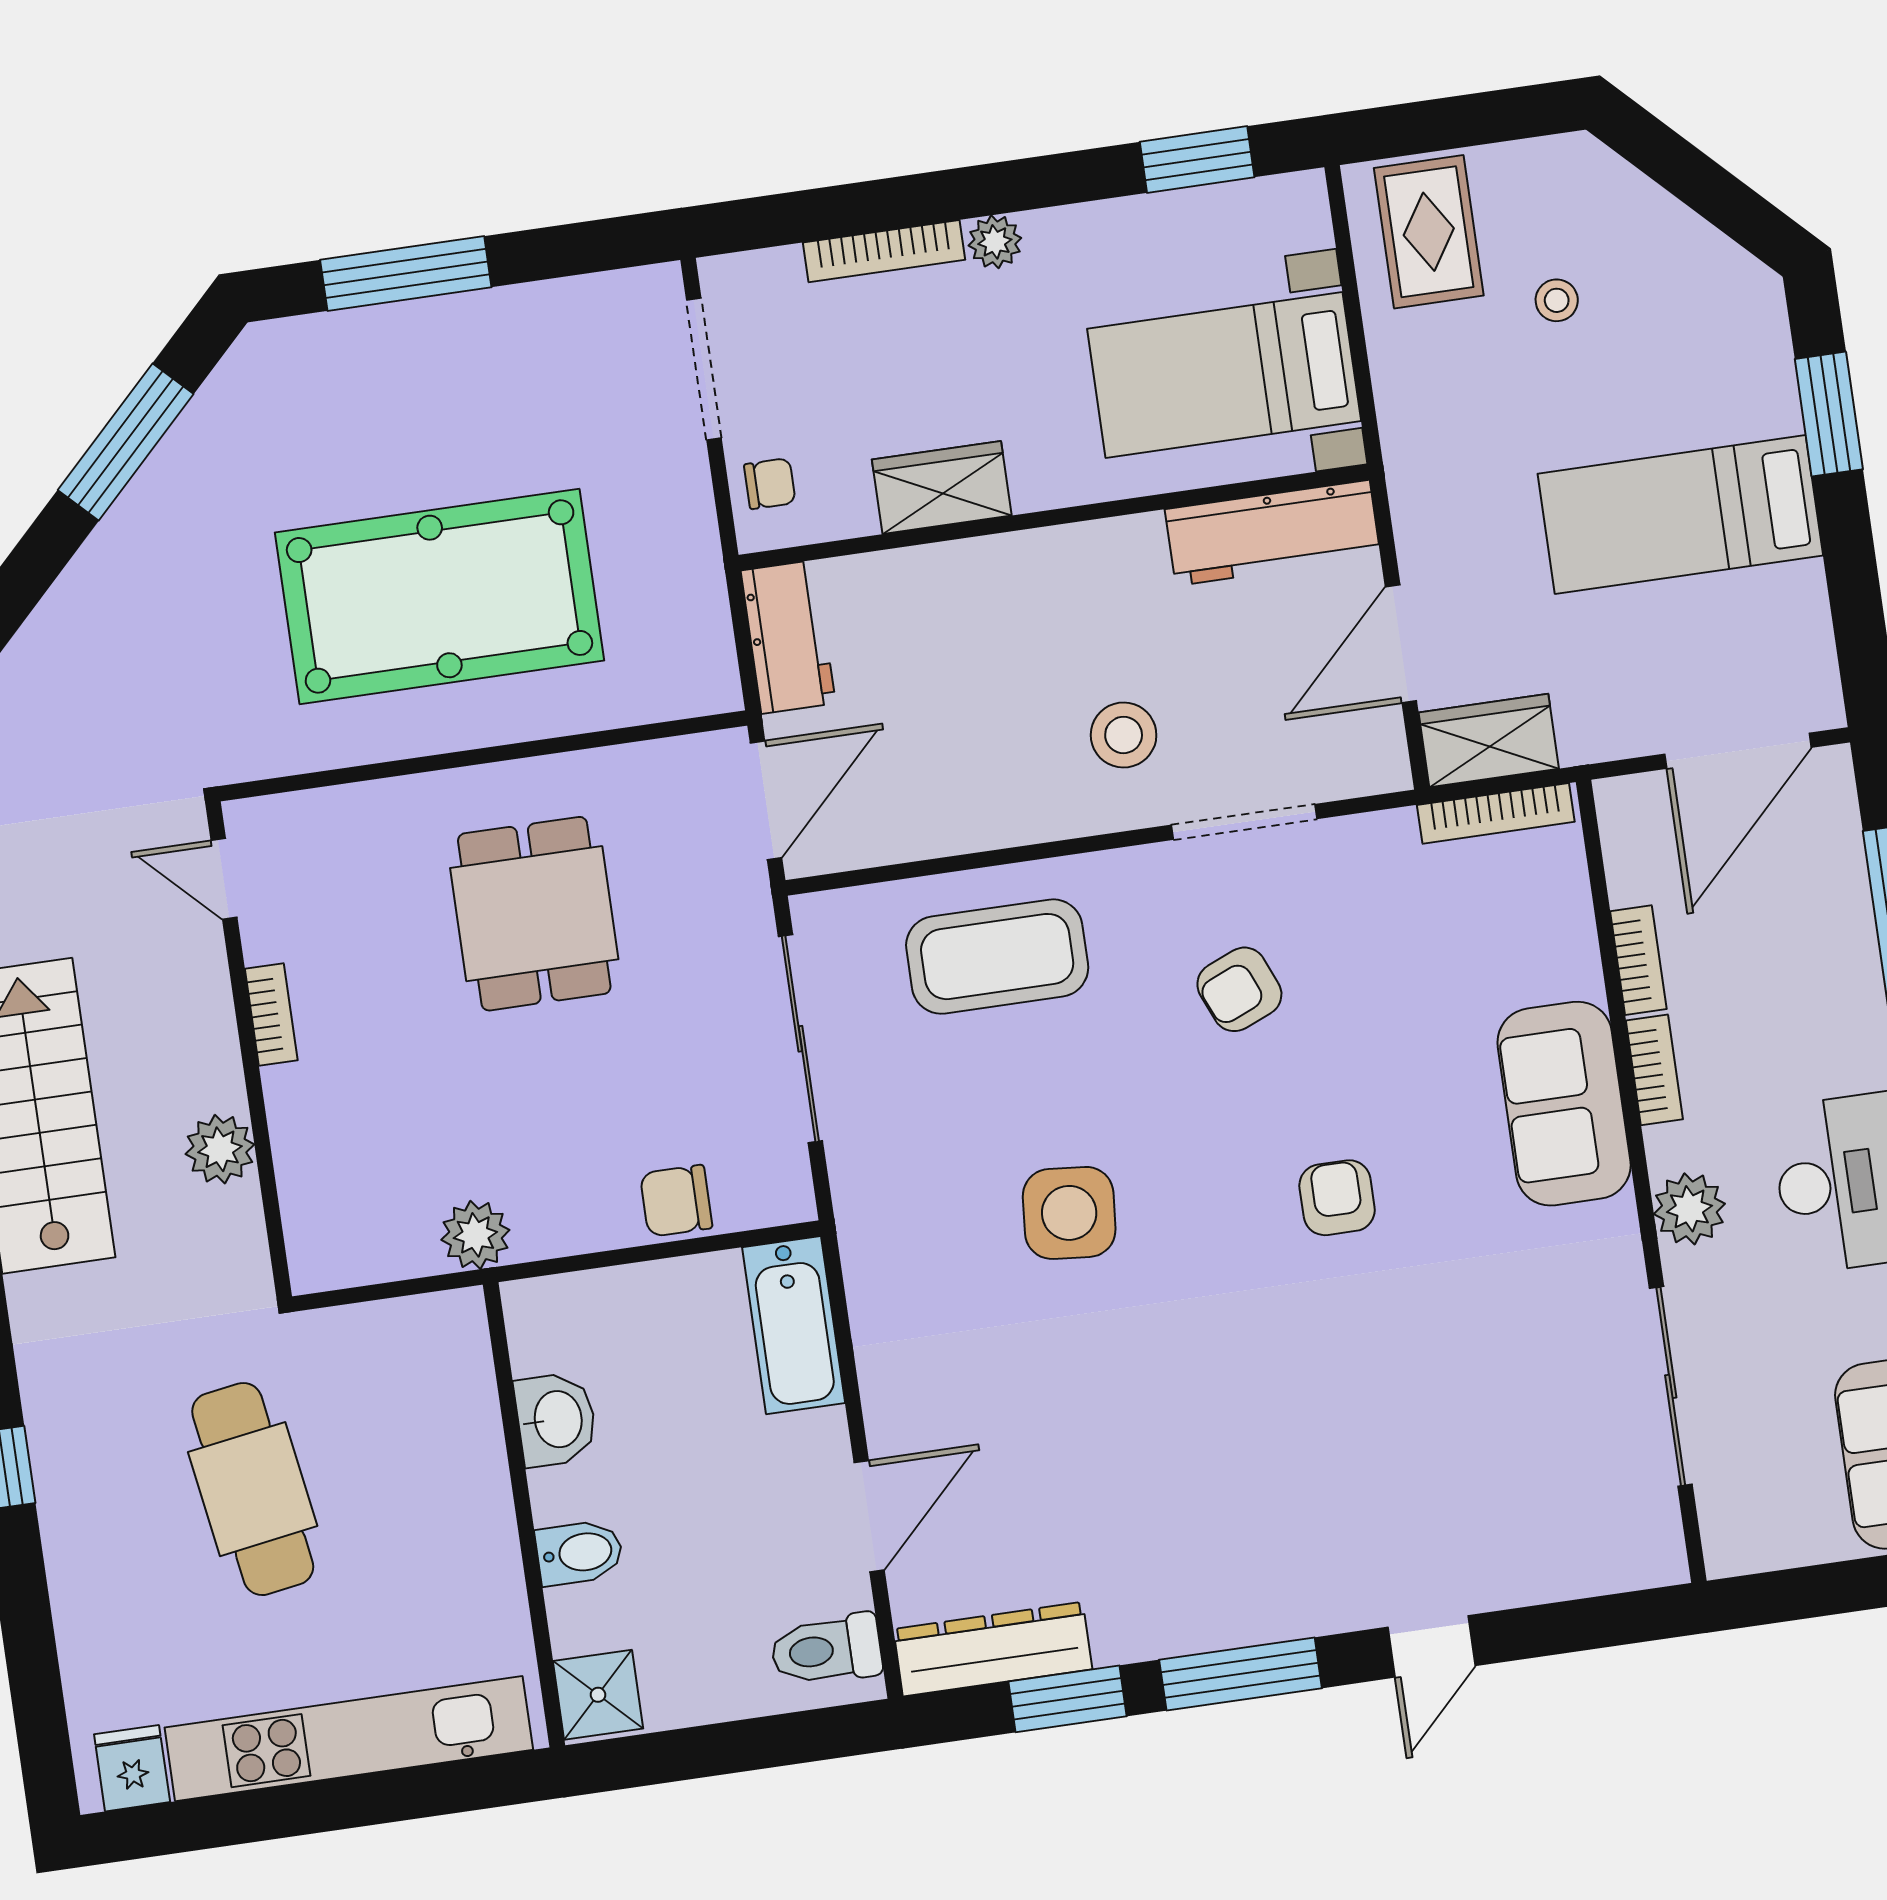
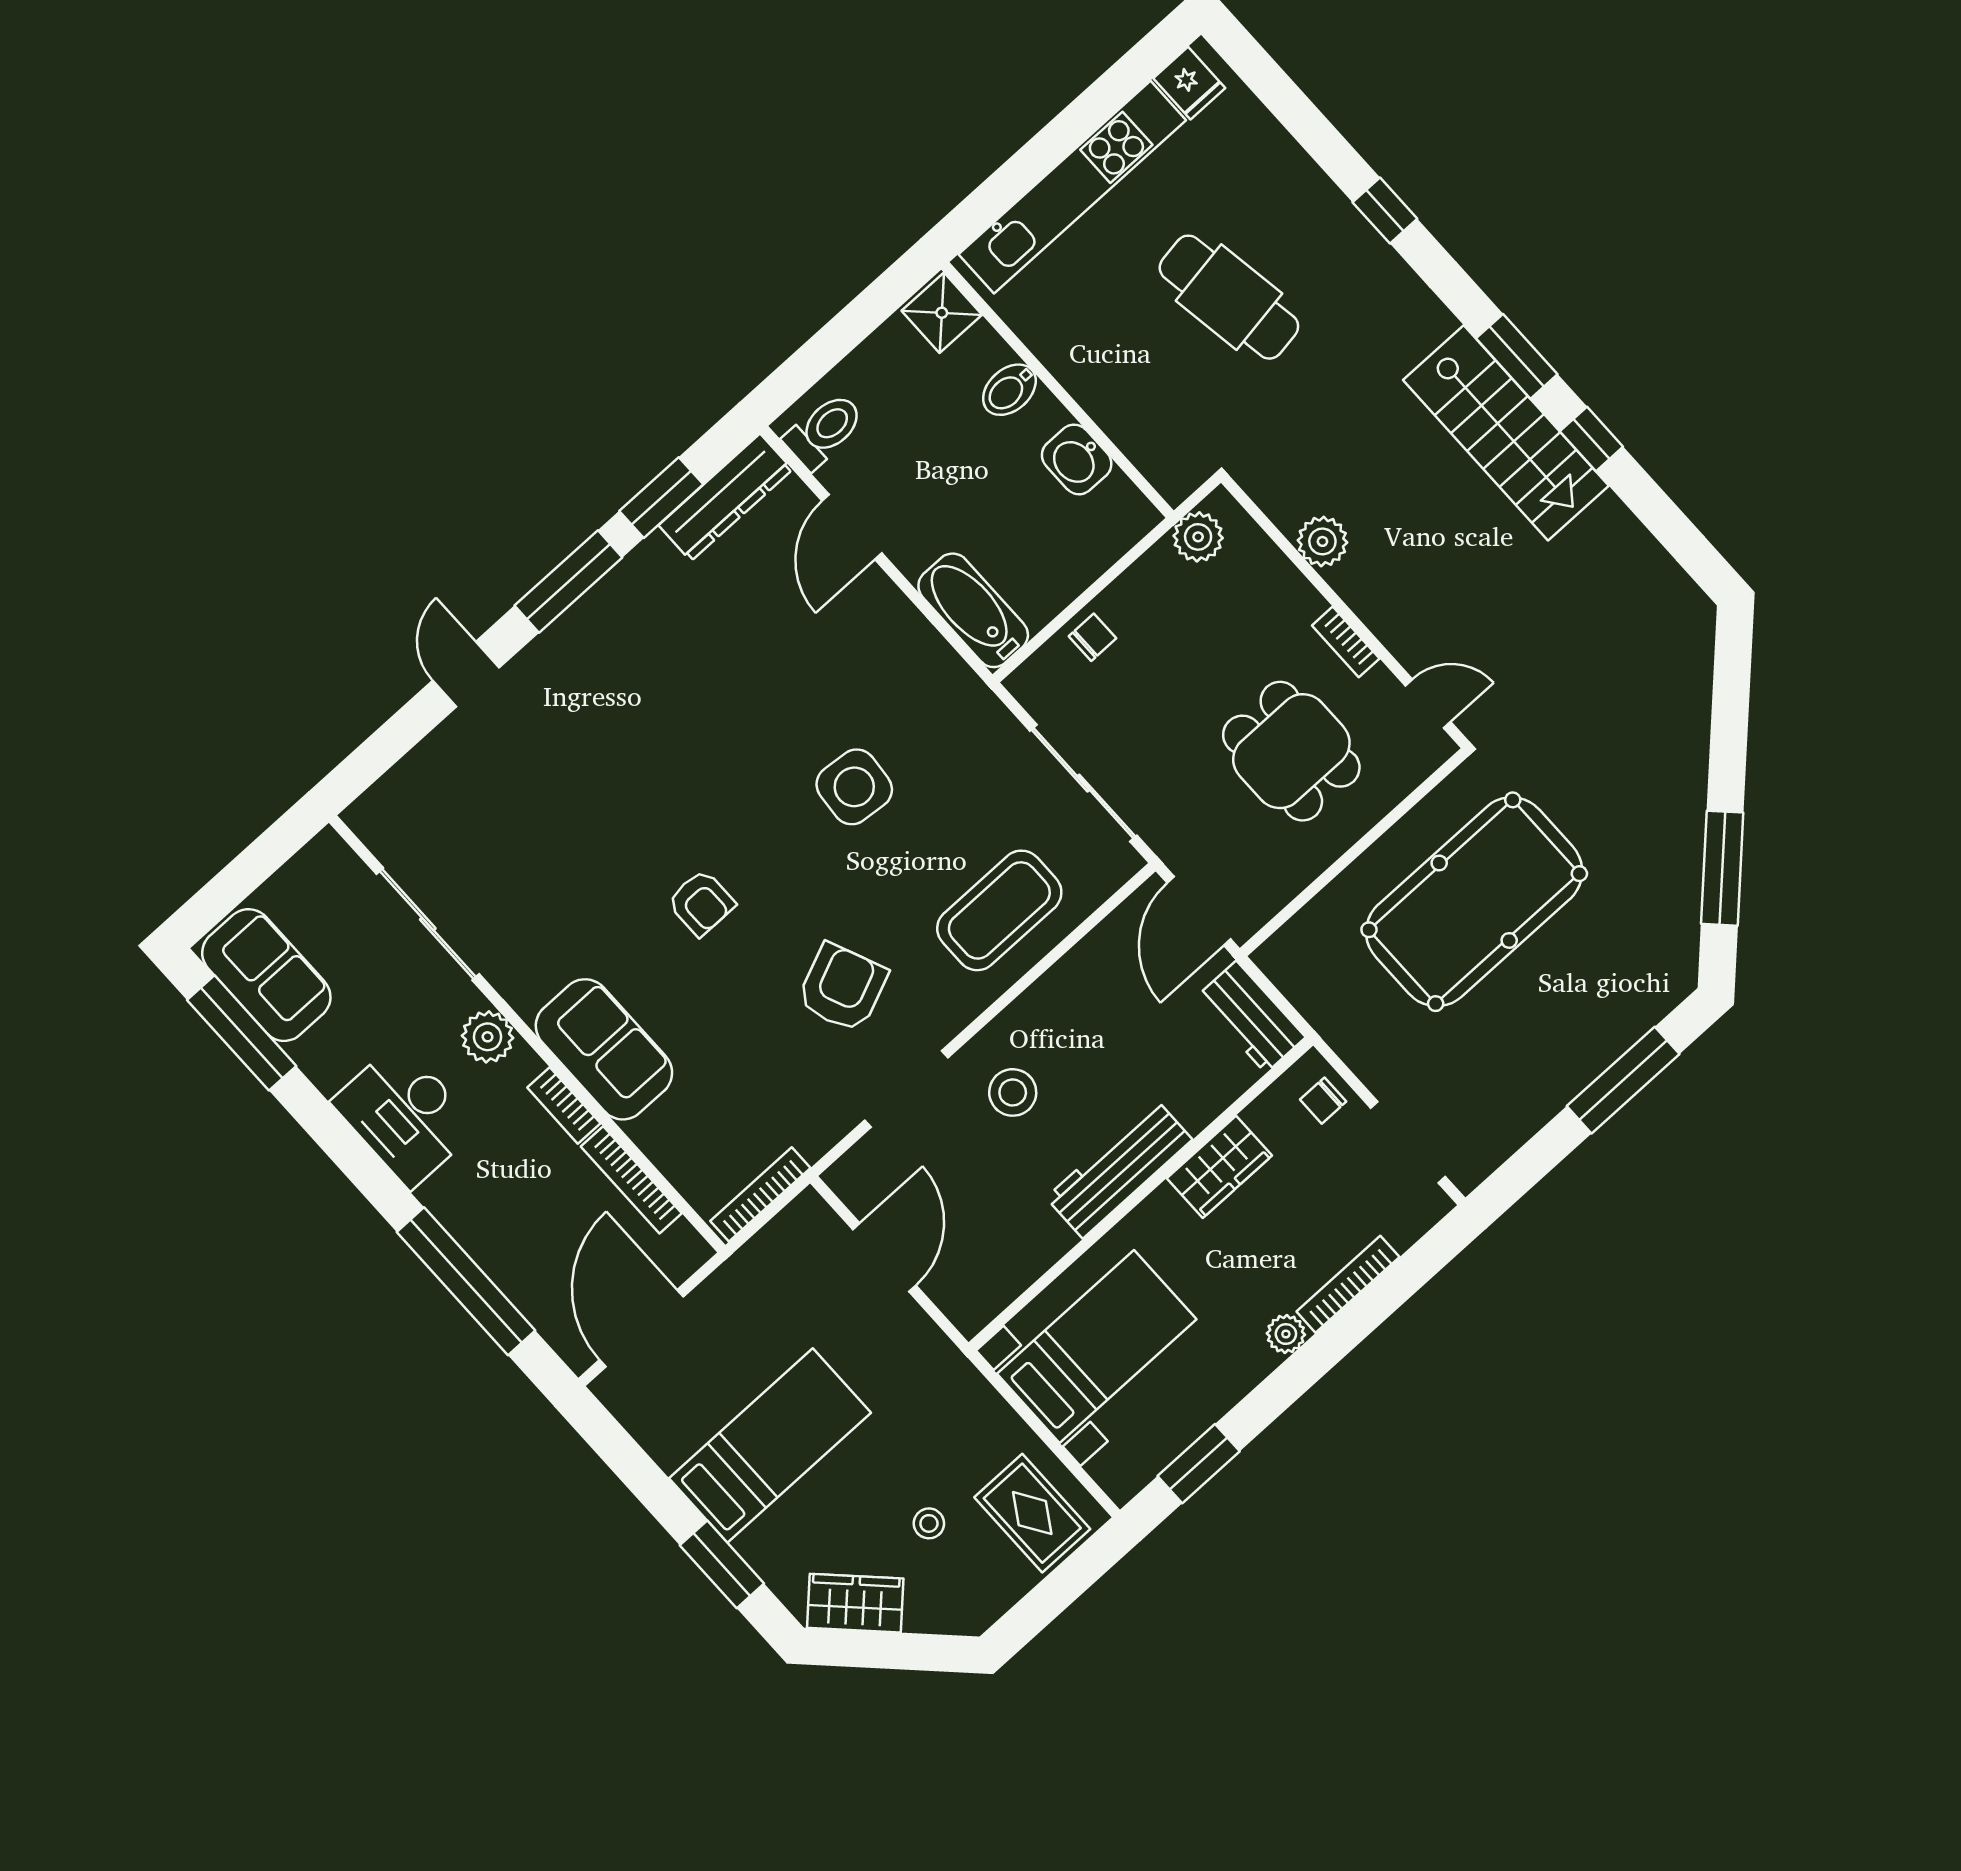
workbench: (1273, 533) -> (1119, 1169), moved
wardrobe: (1489, 741) -> (855, 1603), moved, turned -135
door: (224, 879) -> (1428, 704), moved
bookcase: (1638, 960) -> (631, 1180), width x1.56
armchair: (1239, 989) -> (842, 988), width x1.38, depth x1.38
bookcase: (271, 1014) -> (1346, 642), moved
wall: (249, 1050) -> (1345, 612), moved
plant: (220, 1149) -> (1322, 541), moved
chair: (676, 1201) -> (1092, 637), width x0.73, depth x0.73

